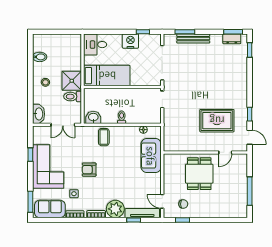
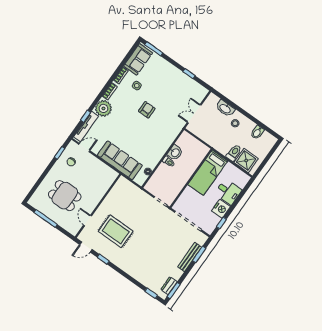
desk: (95, 45) -> (228, 192), moved, turned 90
shower: (72, 81) -> (246, 161), moved
toilet: (73, 97) -> (234, 153), moved
washbasin: (39, 114) -> (225, 108), moved
washbasin: (93, 117) -> (175, 153), moved
rug: (217, 121) -> (116, 231), turned 90
coffee table: (104, 137) -> (163, 138), removed
sofa: (151, 156) -> (120, 160), width x1.36
corner sofa: (48, 167) -> (171, 81), removed
dining table: (199, 174) -> (65, 196), moved

